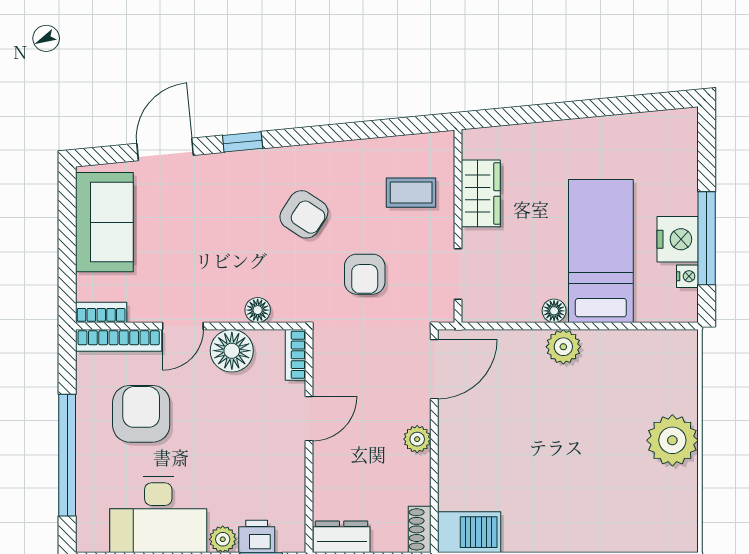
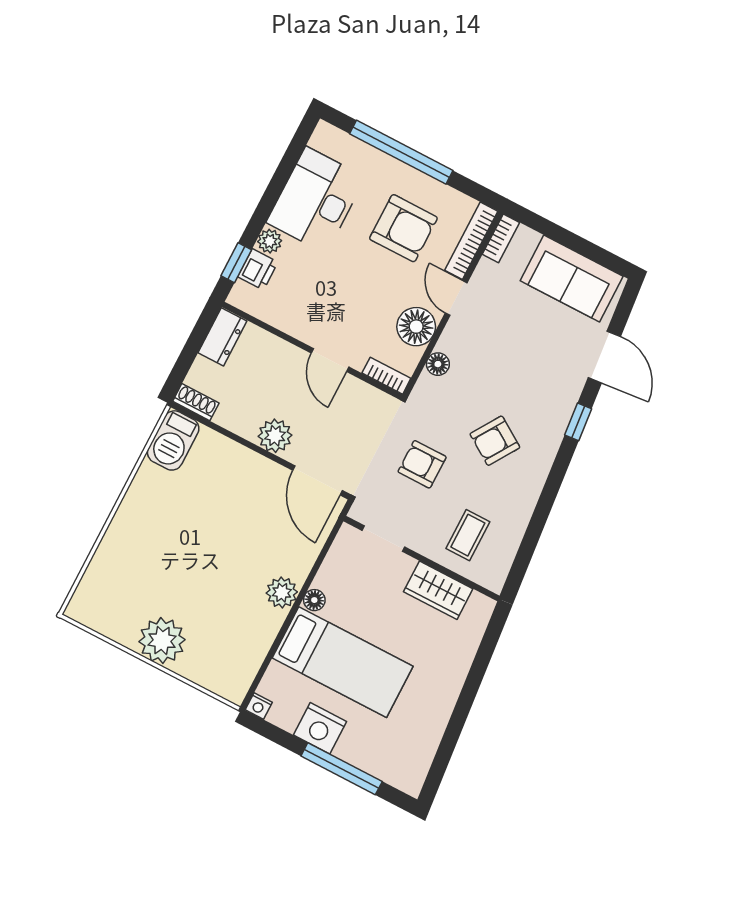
window: (707, 238) -> (342, 769), moved
nightstand: (687, 276) -> (259, 706), moved
plant: (417, 439) -> (275, 436), width x1.38, depth x1.38

